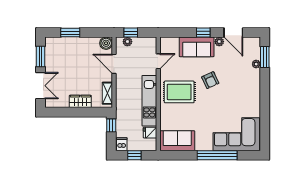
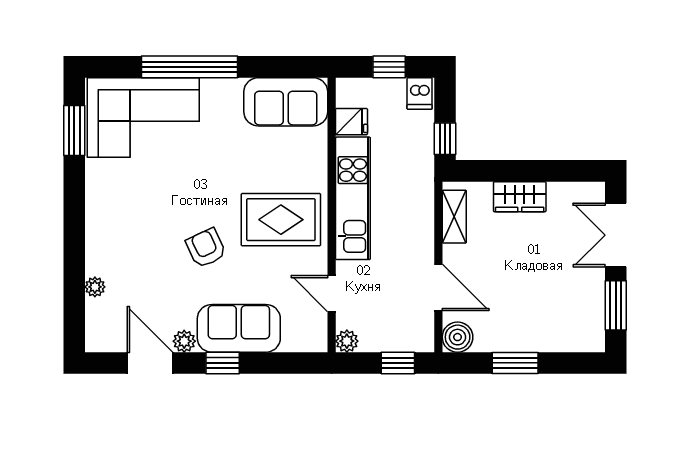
window: (70, 33) -> (515, 363), moved
plant: (127, 42) -> (347, 341), moved
window: (265, 57) -> (74, 130), moved
door: (158, 61) -> (332, 294), hinge flipped

